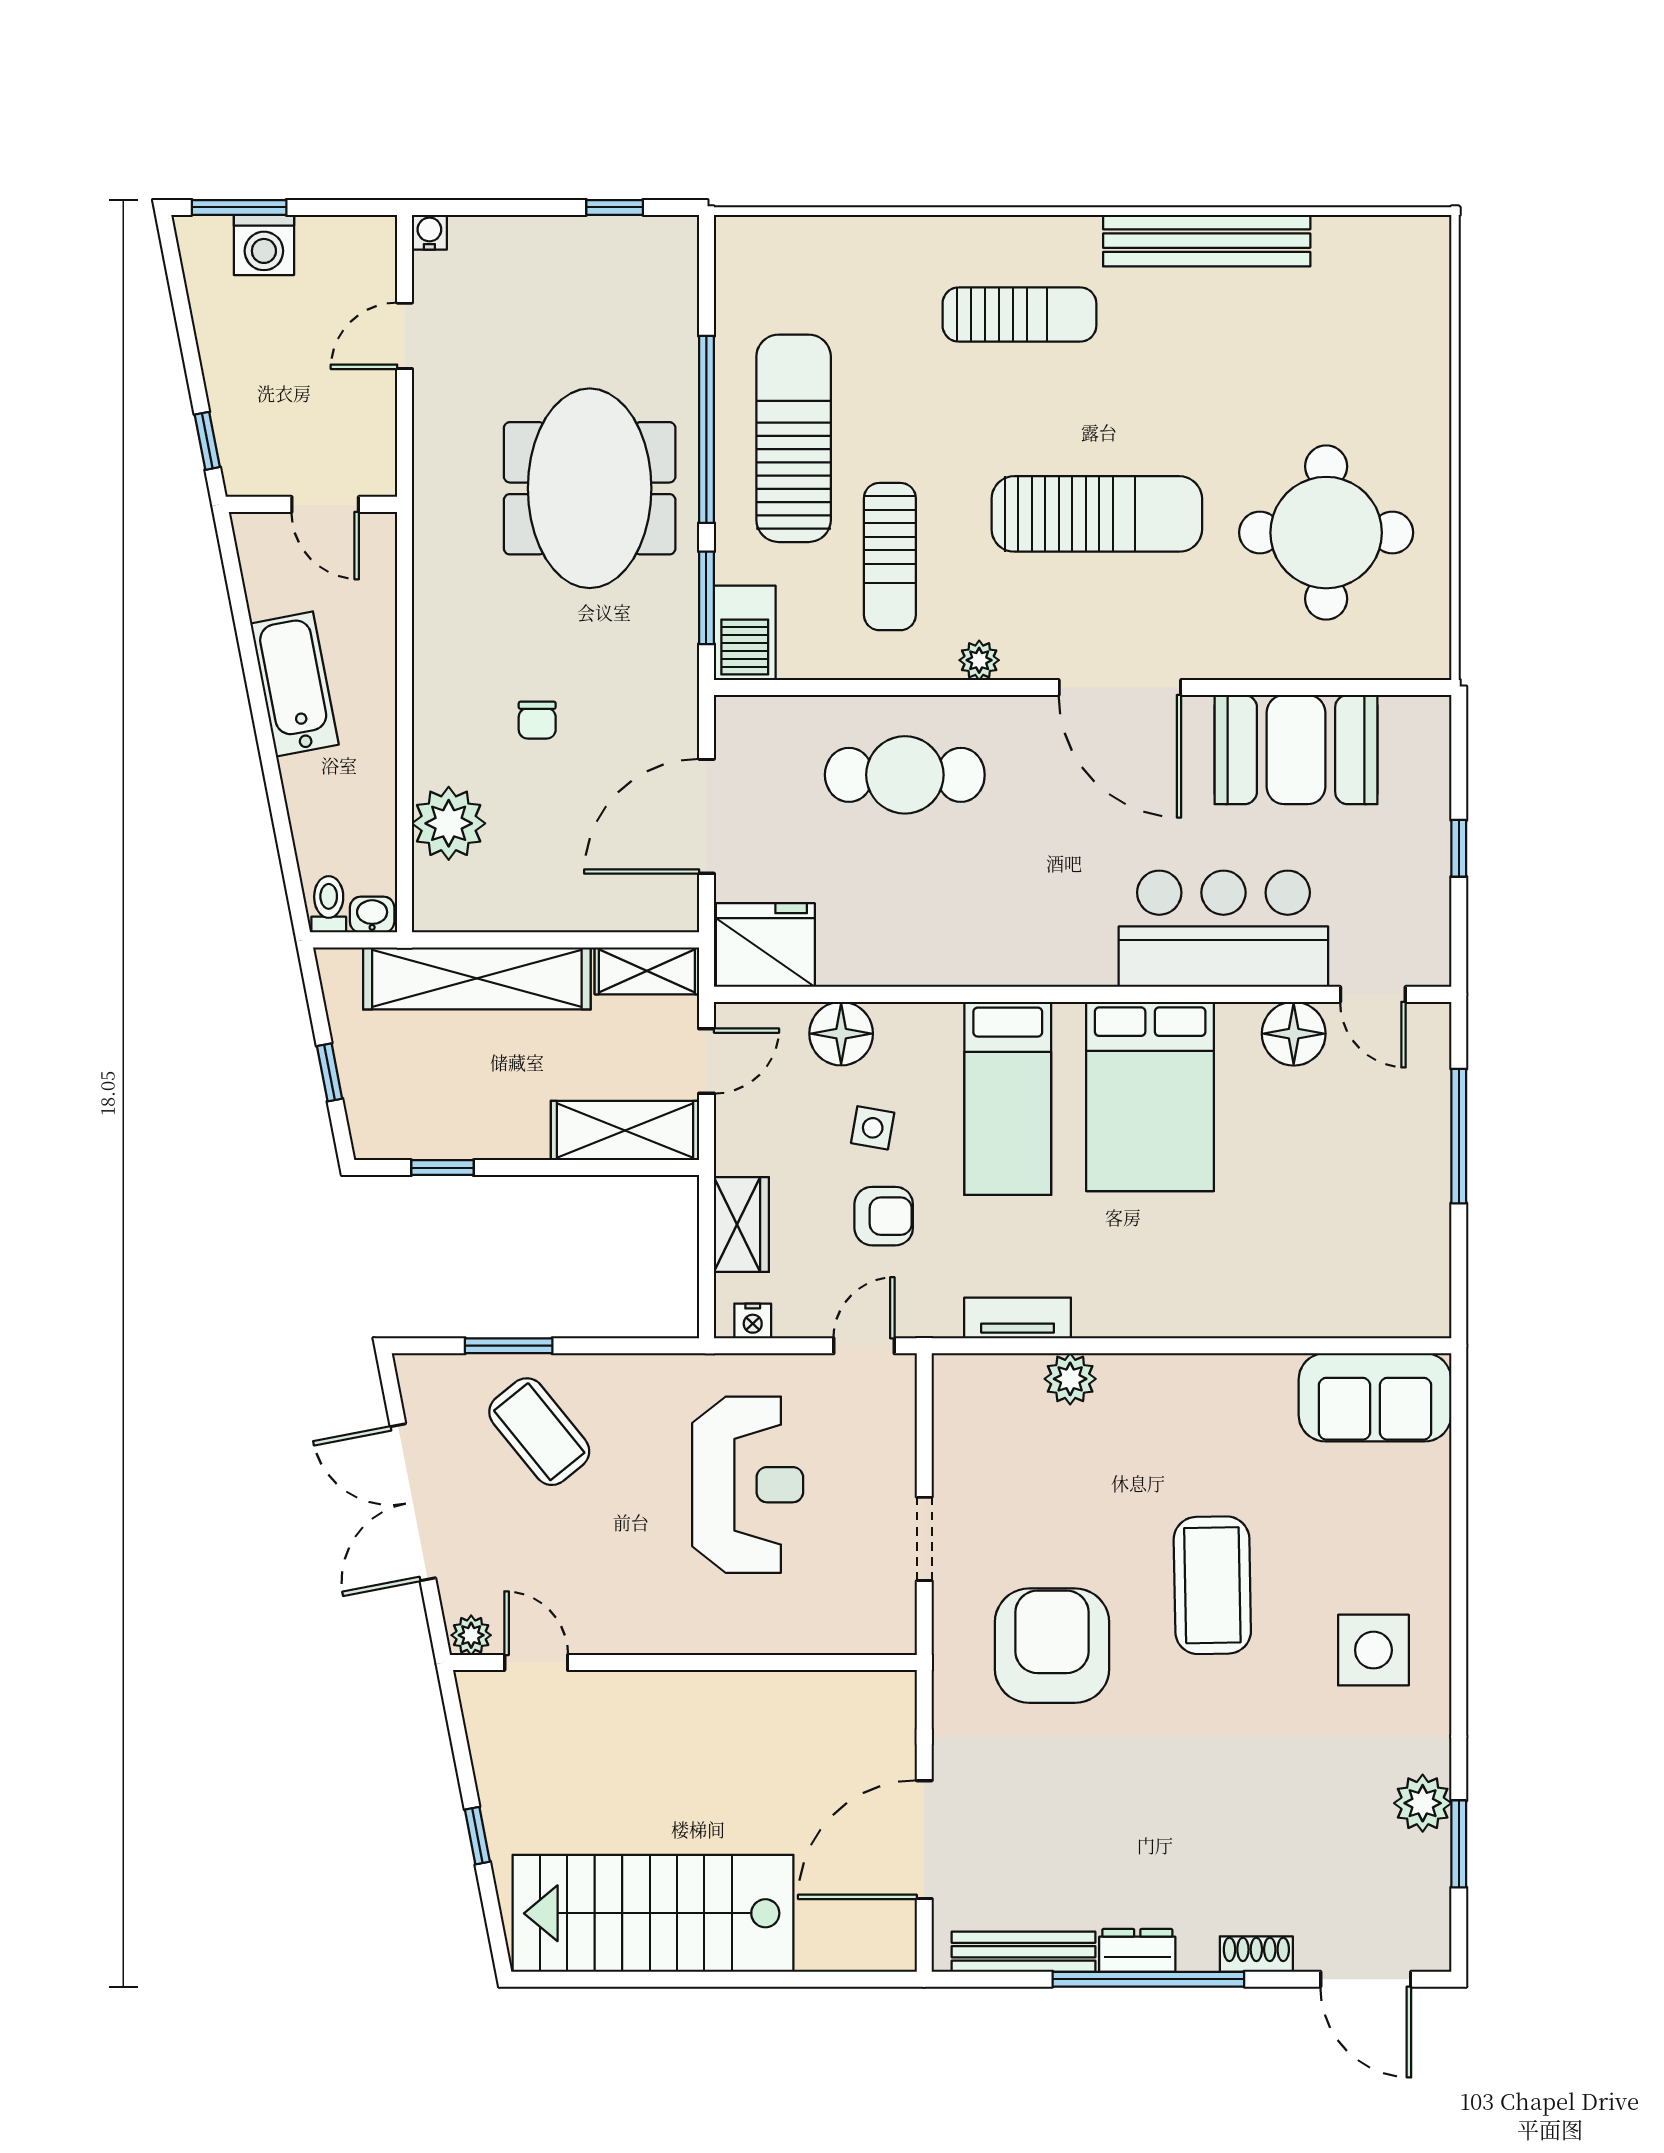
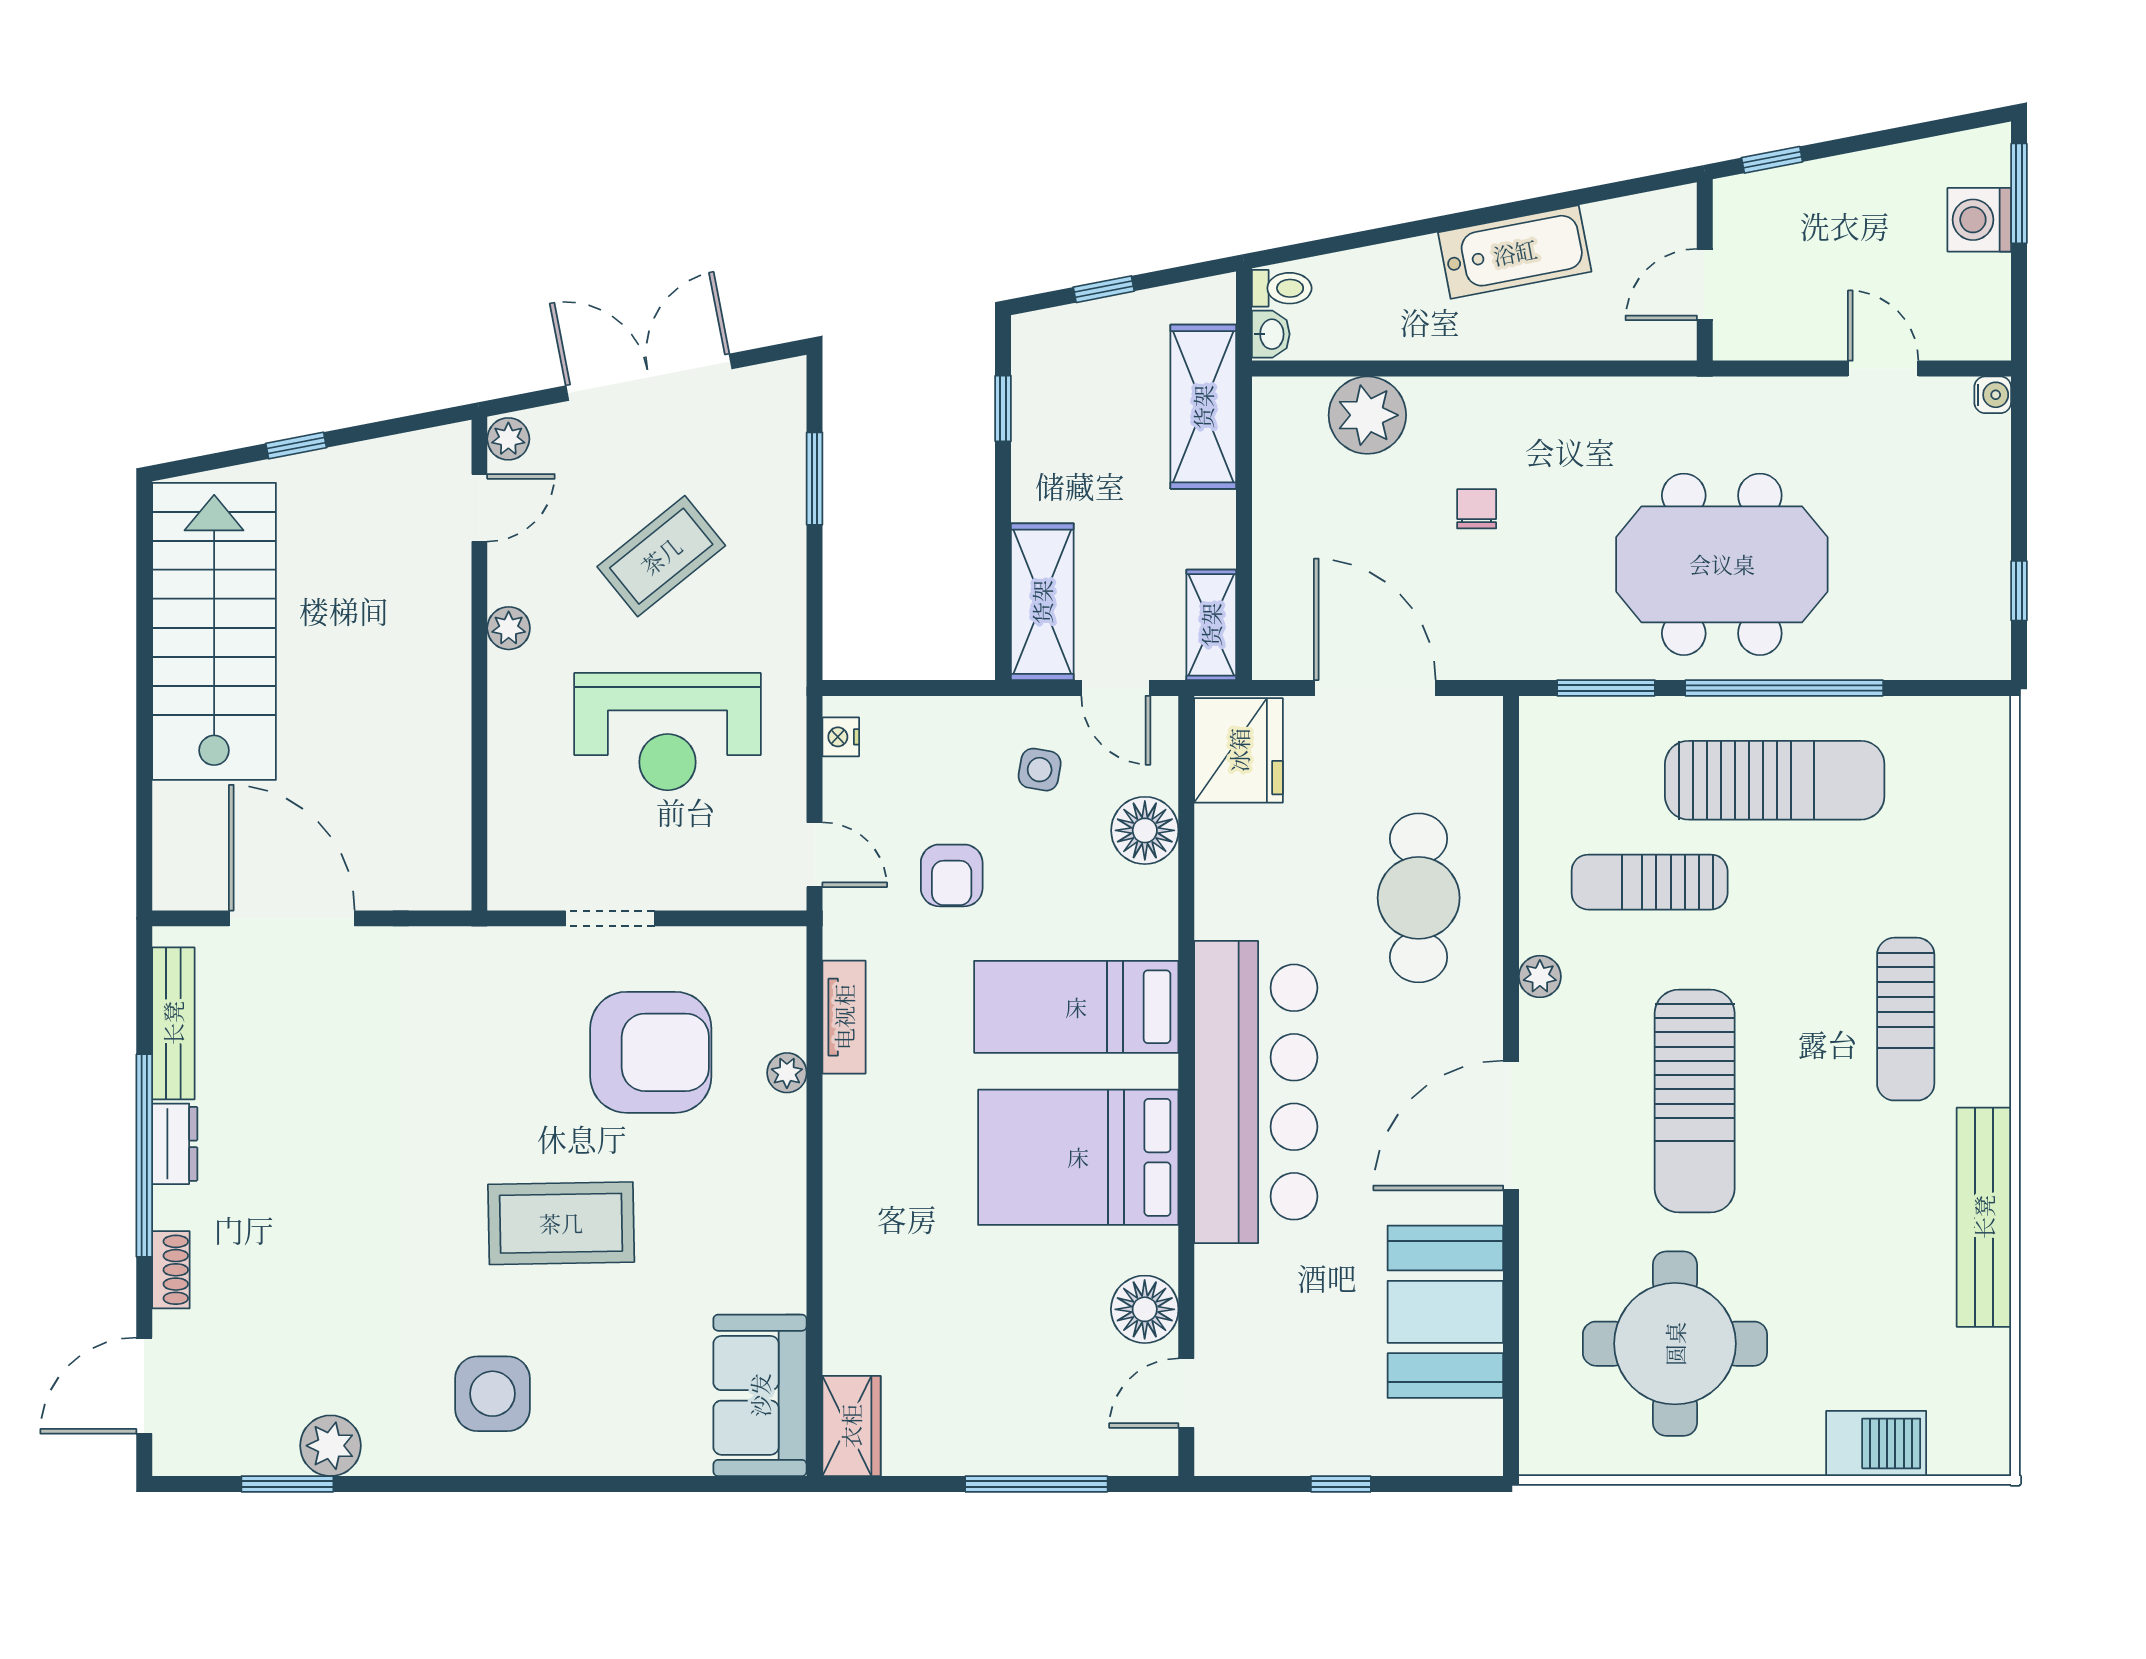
barbecue: (745, 633) -> (1876, 1443), moved, turned 180
chair: (537, 720) -> (1477, 509), turned 90
bar counter: (1223, 929) -> (1256, 1092), moved, width x1.36
shelving: (477, 978) -> (1203, 407), width x0.68
side table: (873, 1128) -> (1040, 770), moved
wardrobe: (741, 1225) -> (851, 1426), moved, turned -90
plant: (1070, 1379) -> (787, 1073), width x0.73, depth x0.73
coffee table: (539, 1432) -> (661, 556), moved
plant: (650, 1635) -> (509, 628), added
armchair: (1052, 1646) -> (651, 1052), moved

